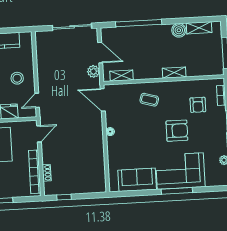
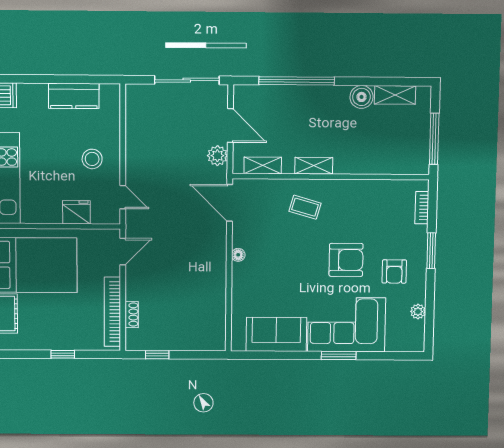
shelving: (174, 73) -> (314, 166), moved
door: (37, 100) -> (123, 197), swing flipped
armchair: (198, 105) -> (394, 272), moved
window: (177, 191) -> (339, 356), width x0.69

